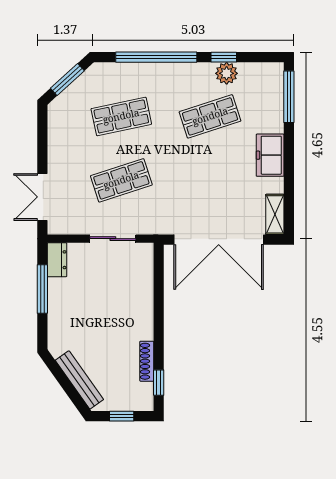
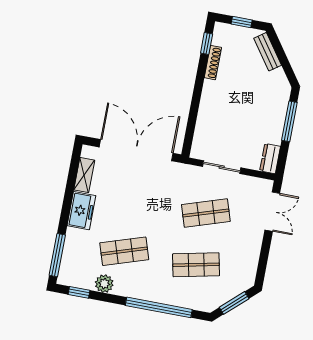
window: (224, 57) -> (79, 292), moved
shelving: (275, 214) -> (84, 175), moved
window: (42, 289) -> (289, 121), moved
bench: (79, 380) -> (268, 52), width x0.73

